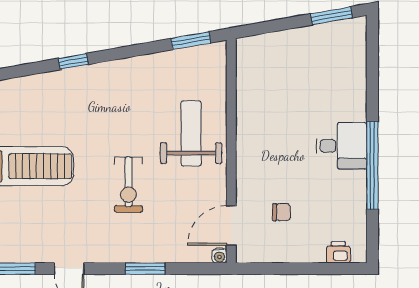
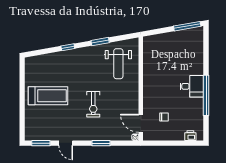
window: (332, 16) -> (187, 26), width x1.44
window: (191, 41) -> (100, 42), moved
weight bench: (191, 133) -> (118, 64), moved, turned 180
door: (231, 226) -> (141, 123), hinge flipped

